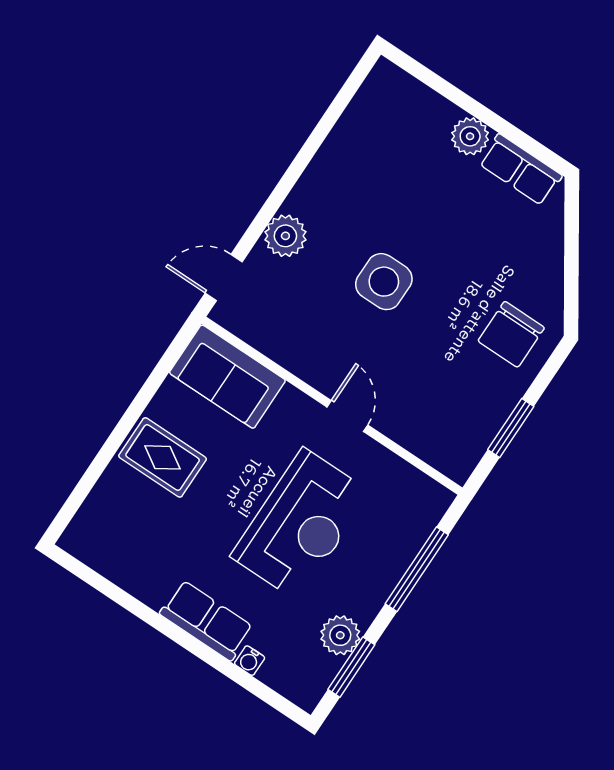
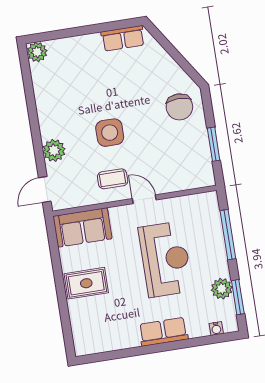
plant: (470, 136) -> (37, 52), moved
coffee table: (330, 348) -> (113, 179), added
water cooler: (250, 661) -> (216, 329), moved

